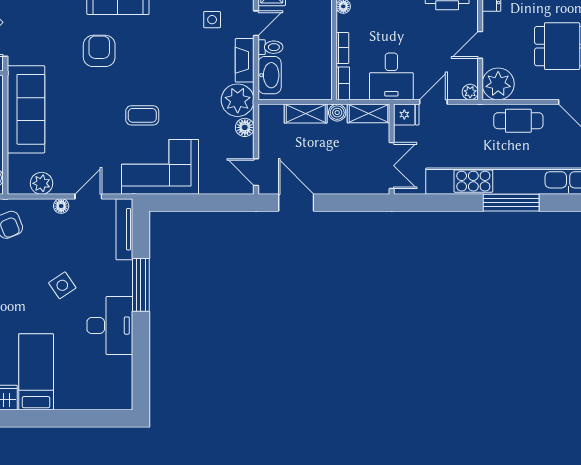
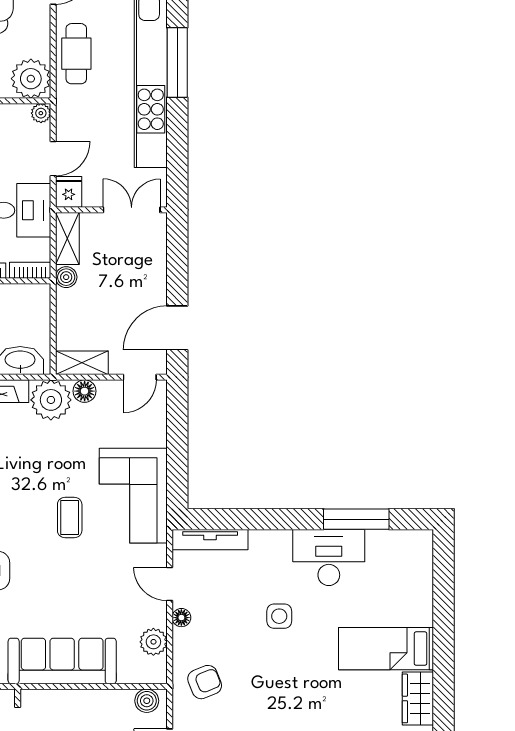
door: (433, 102) -> (53, 159), swing flipped
shelving: (306, 114) -> (82, 363), moved, turned 90
side table: (62, 285) -> (279, 616), turned 34
window: (141, 285) -> (356, 519), moved

